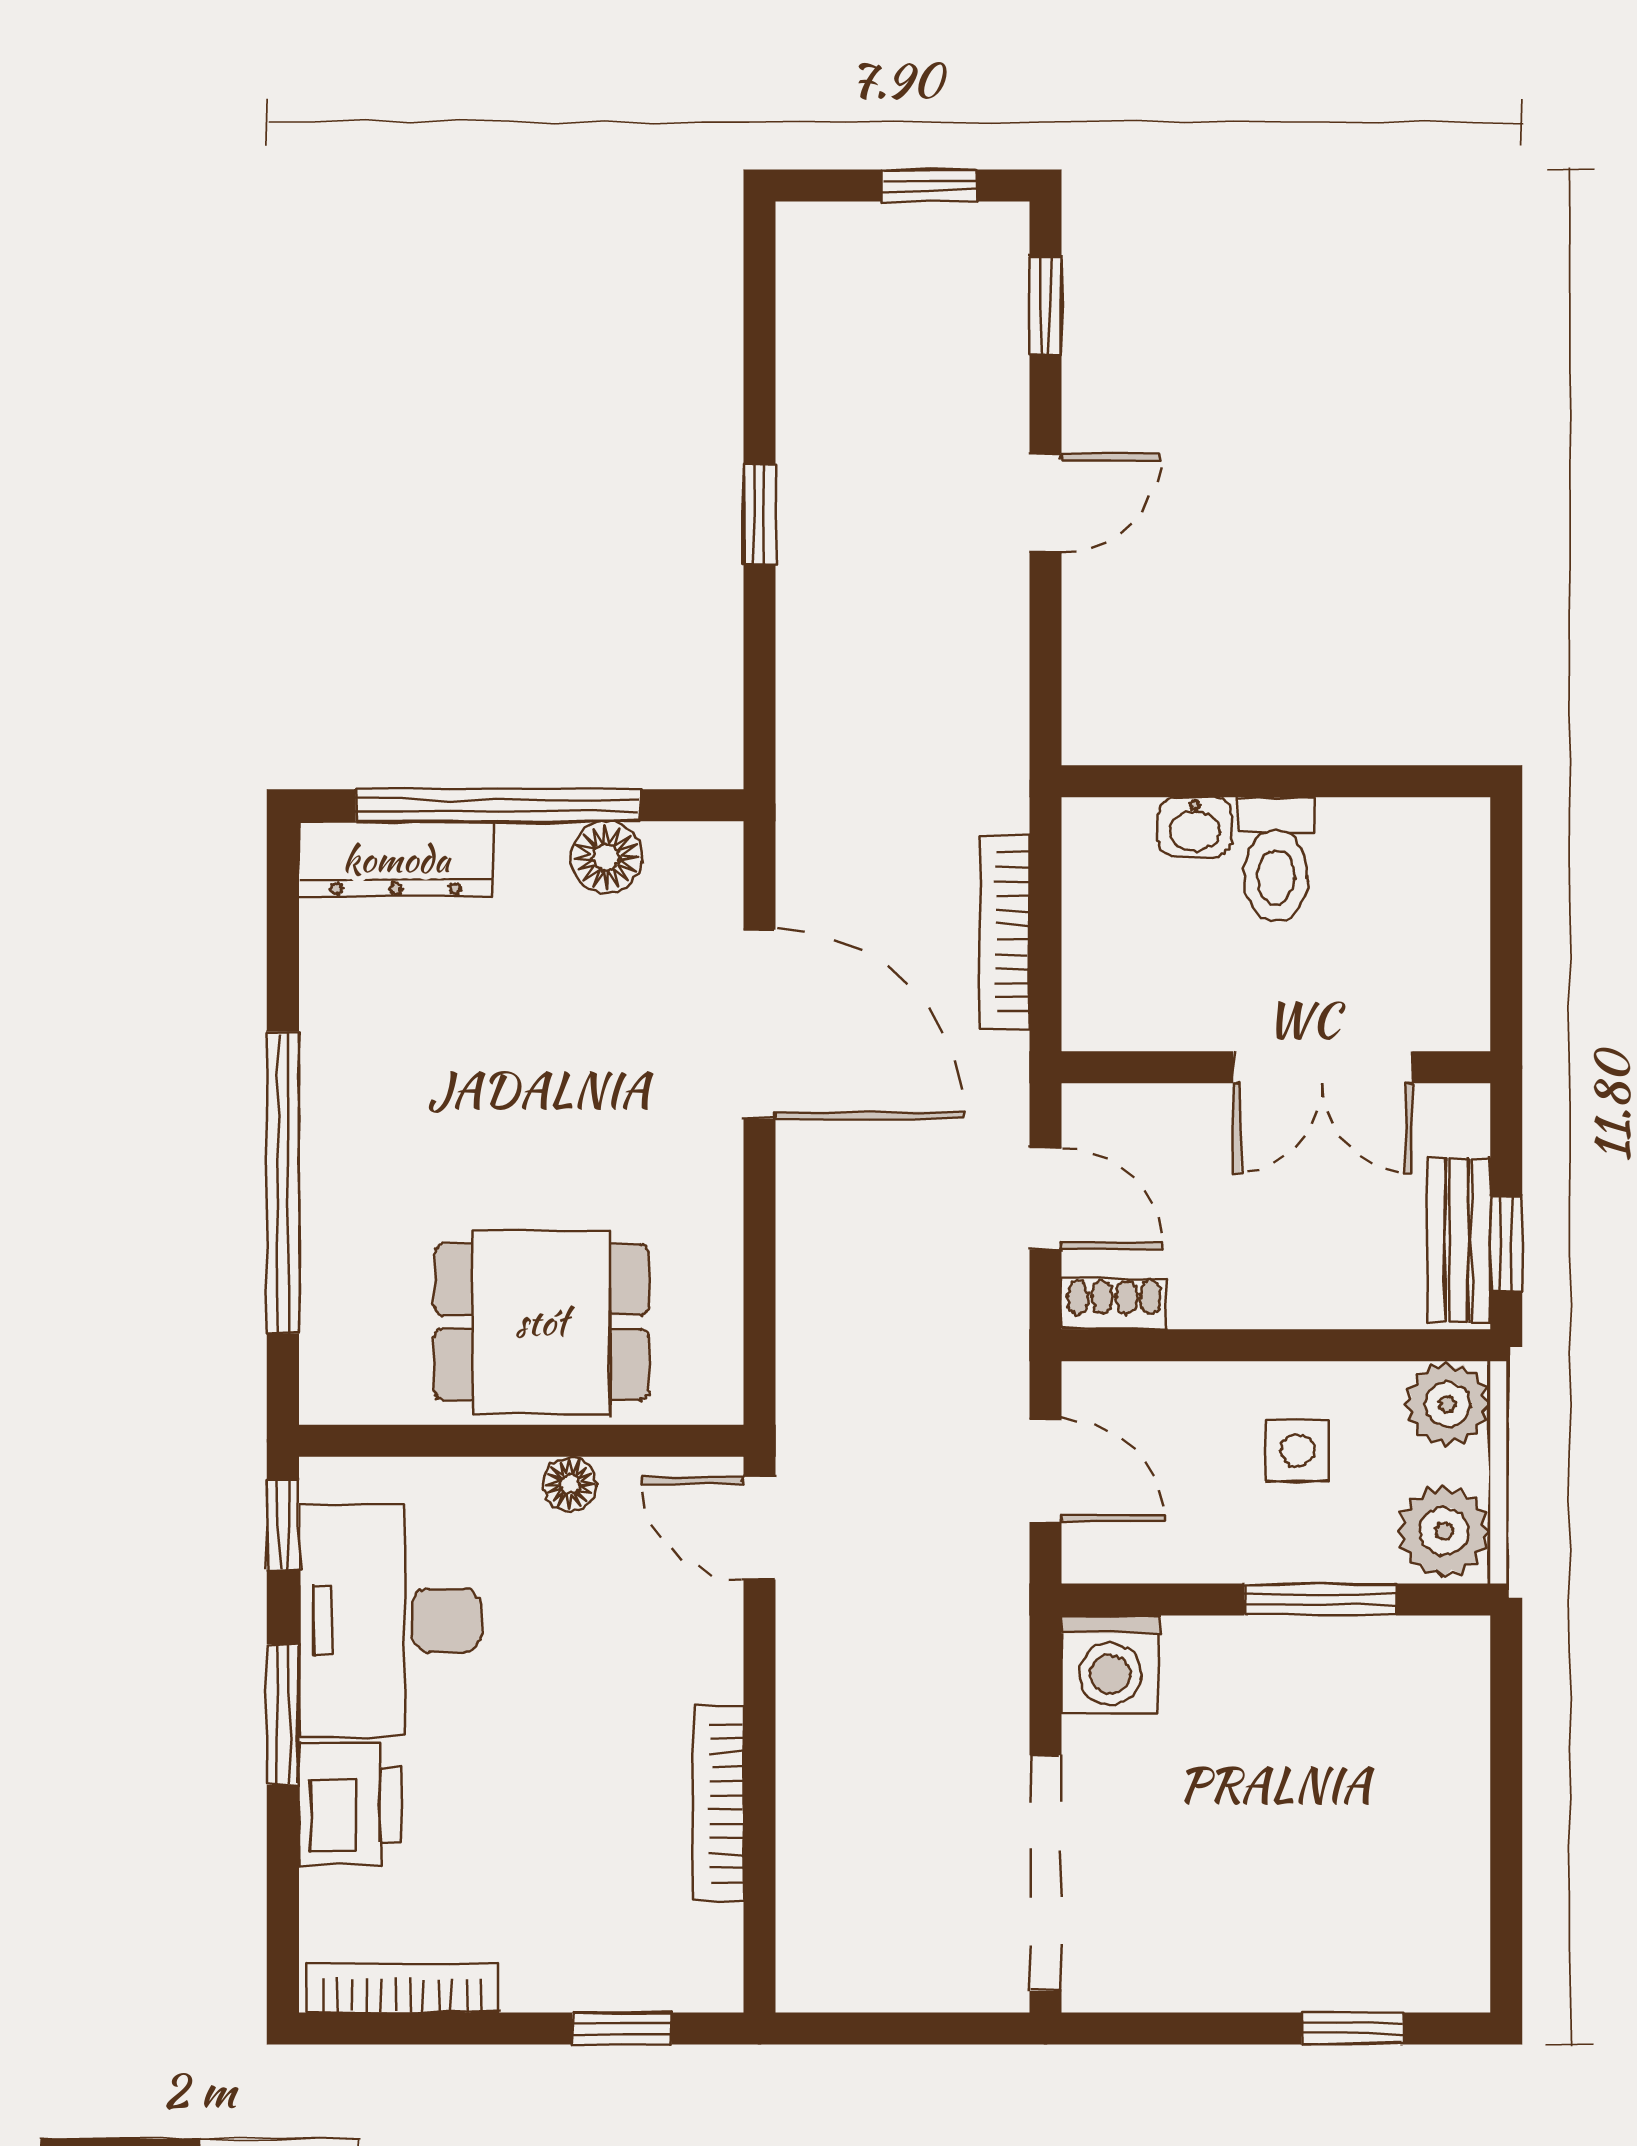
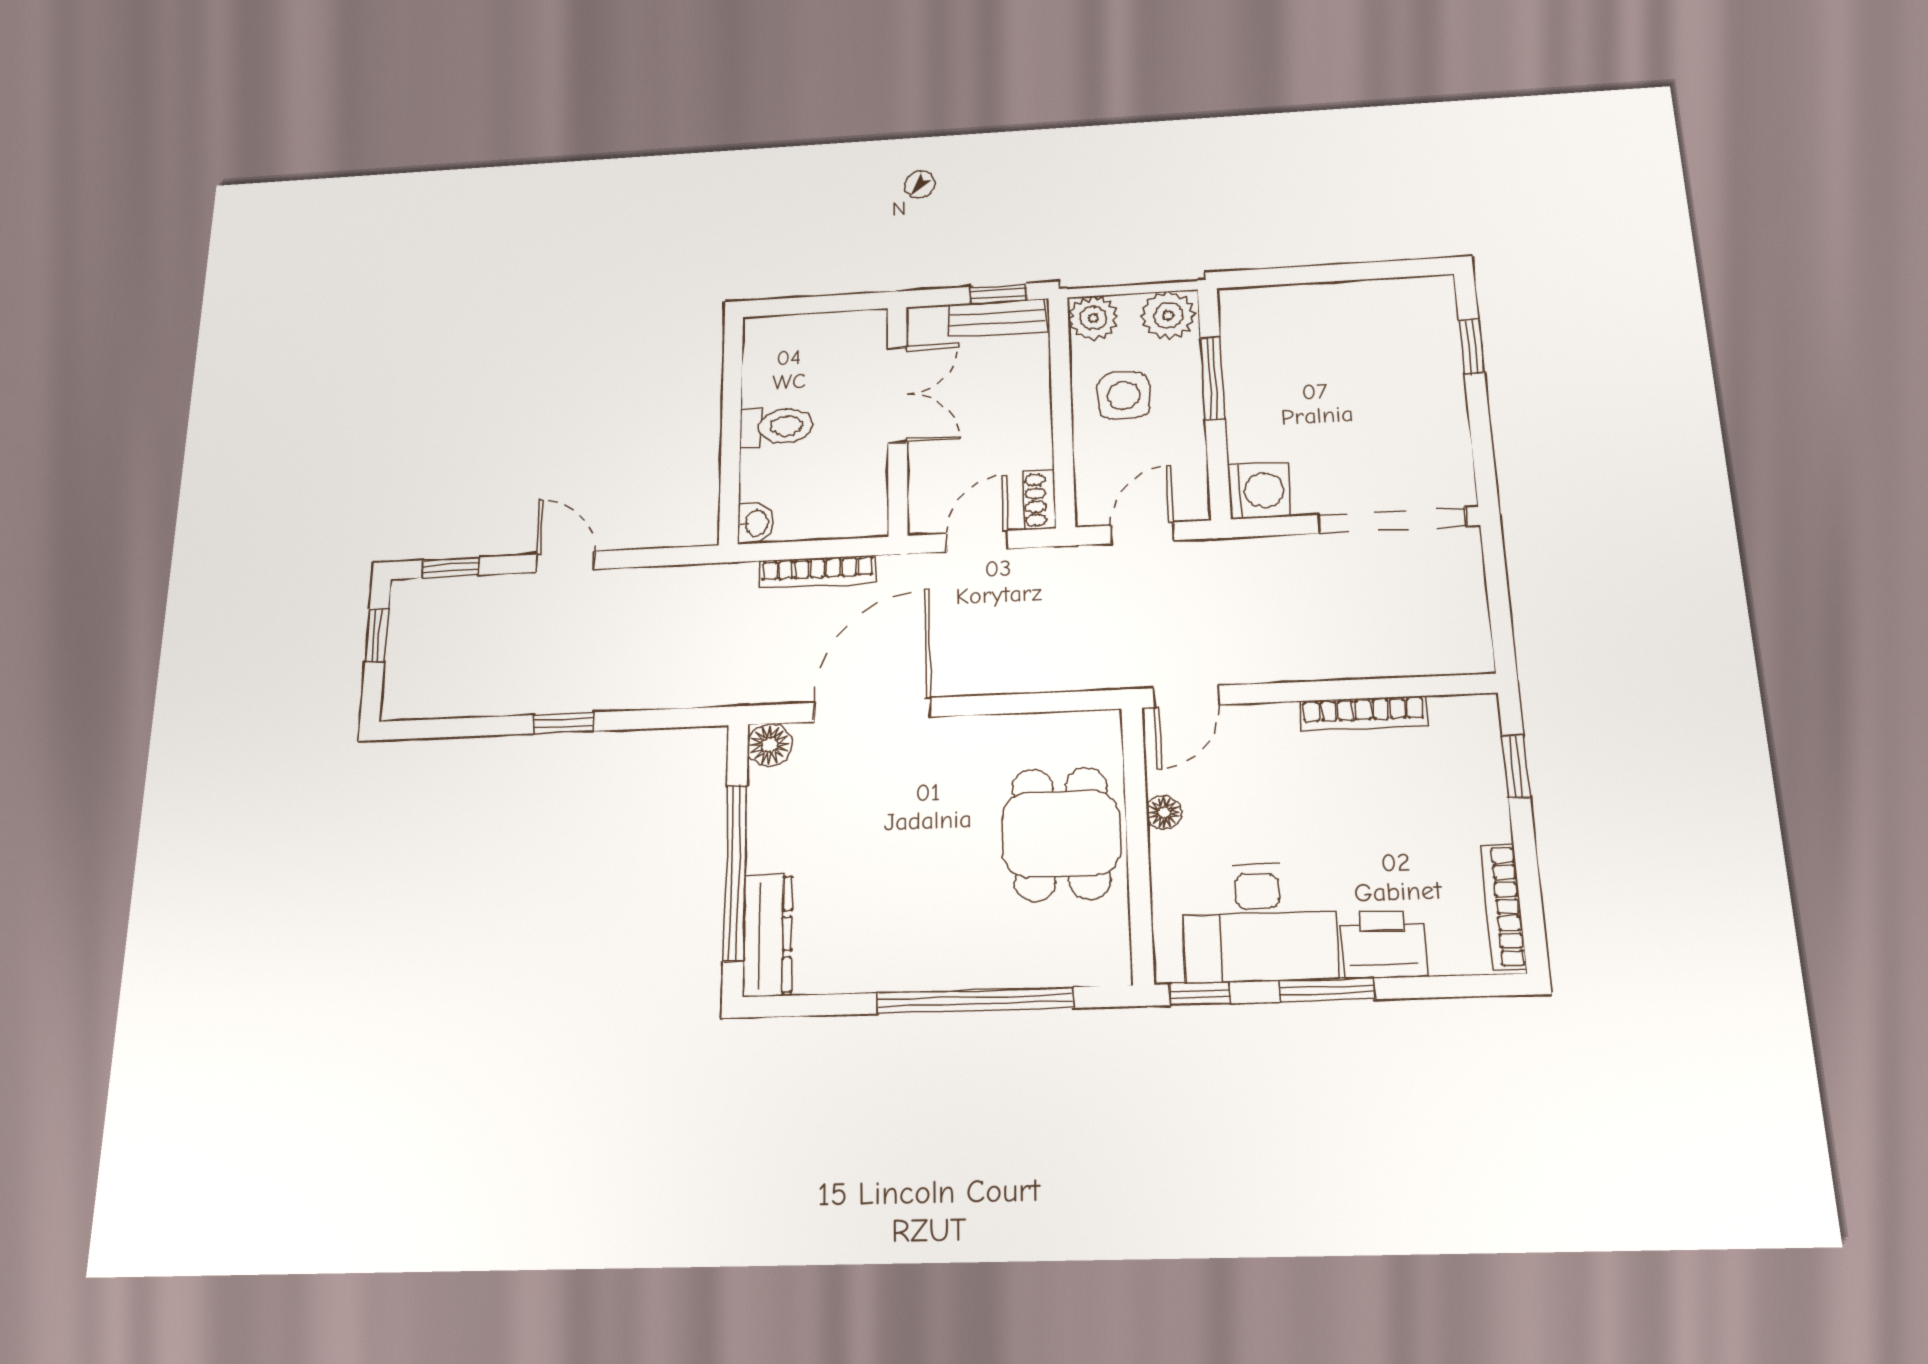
washbasin: (1195, 827) -> (756, 523), moved
floor lamp: (606, 857) -> (770, 745), moved
side table: (1297, 1450) -> (1124, 395), width x1.37, depth x1.37

